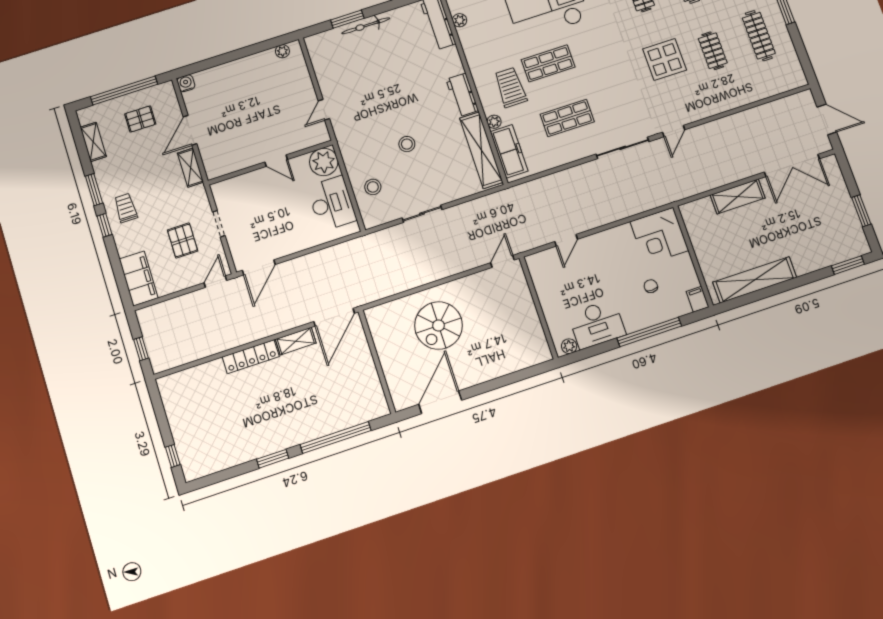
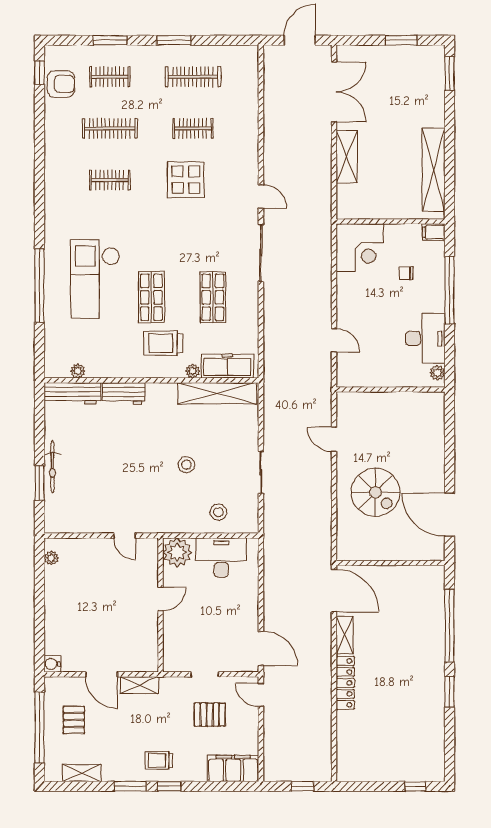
workbench: (462, 95) -> (124, 394), moved
door: (502, 261) -> (334, 439), moved

